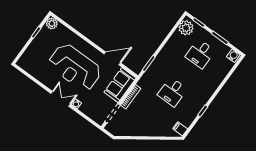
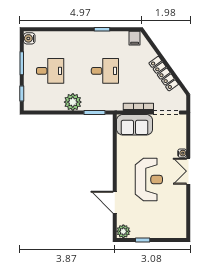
plant: (186, 28) -> (73, 102), moved
door: (112, 58) -> (115, 202), moved
reception desk: (75, 67) -> (149, 180), width x0.74, depth x0.77
locker: (141, 131) -> (164, 74), added

